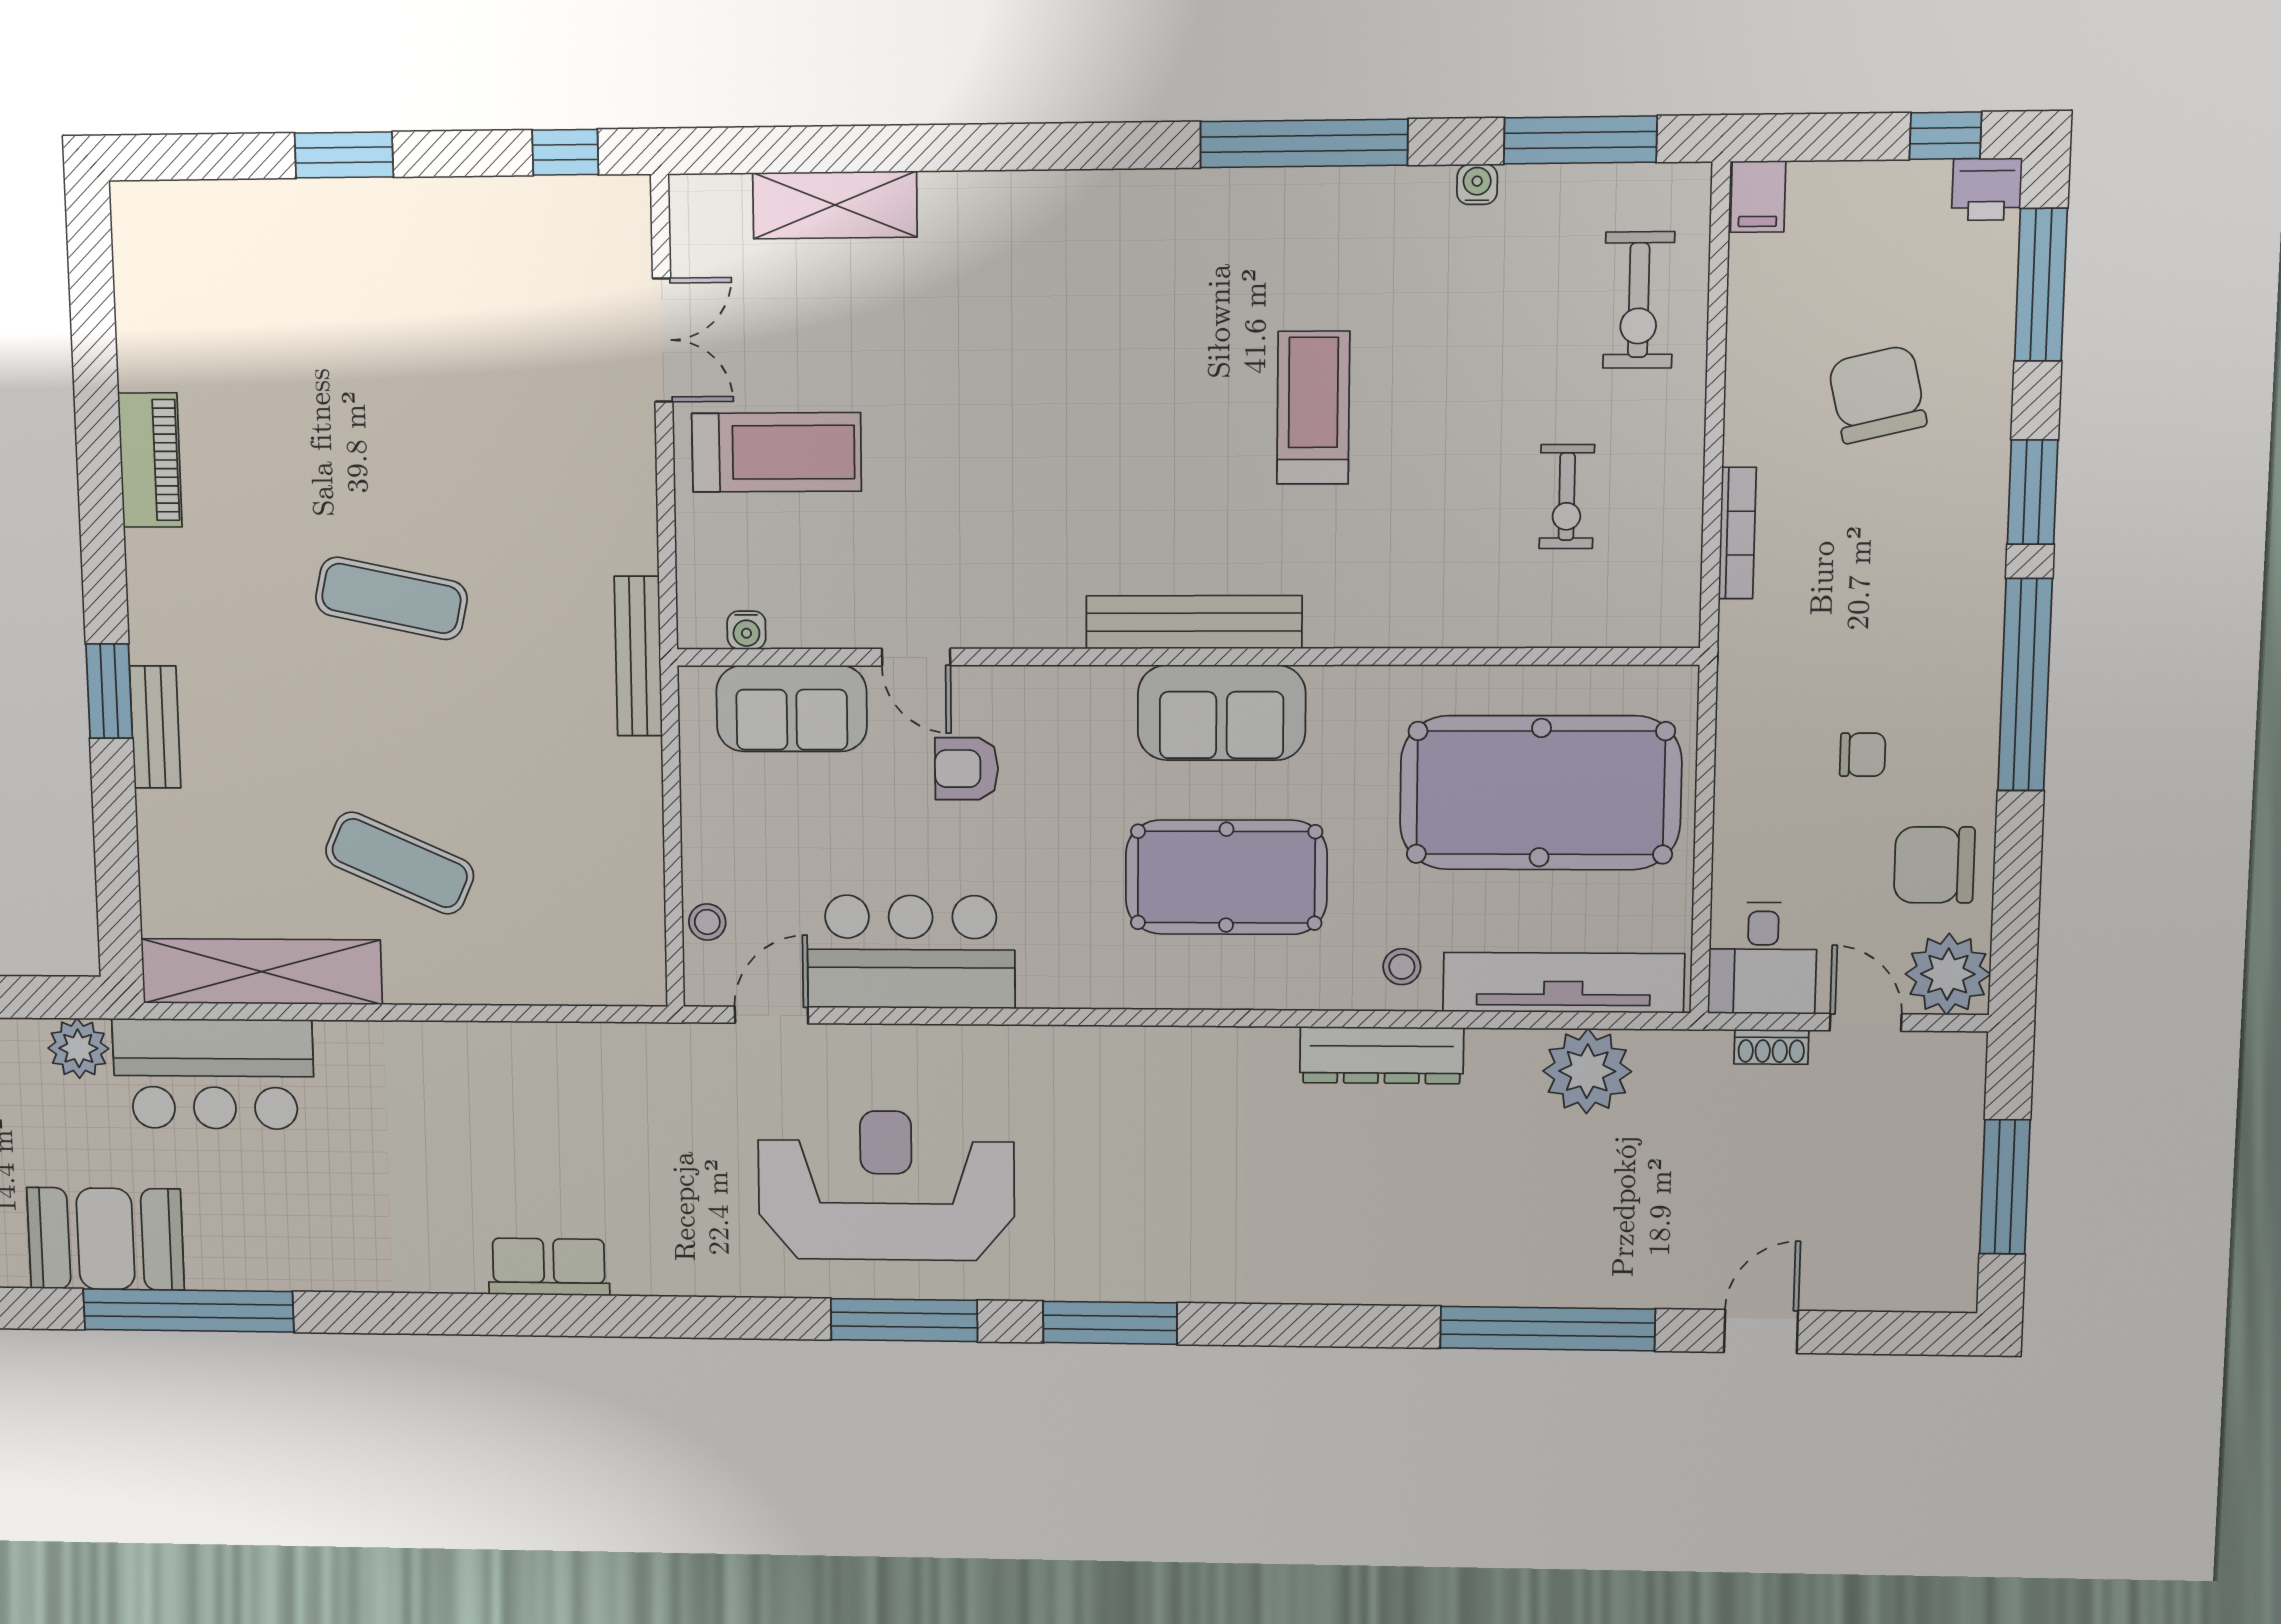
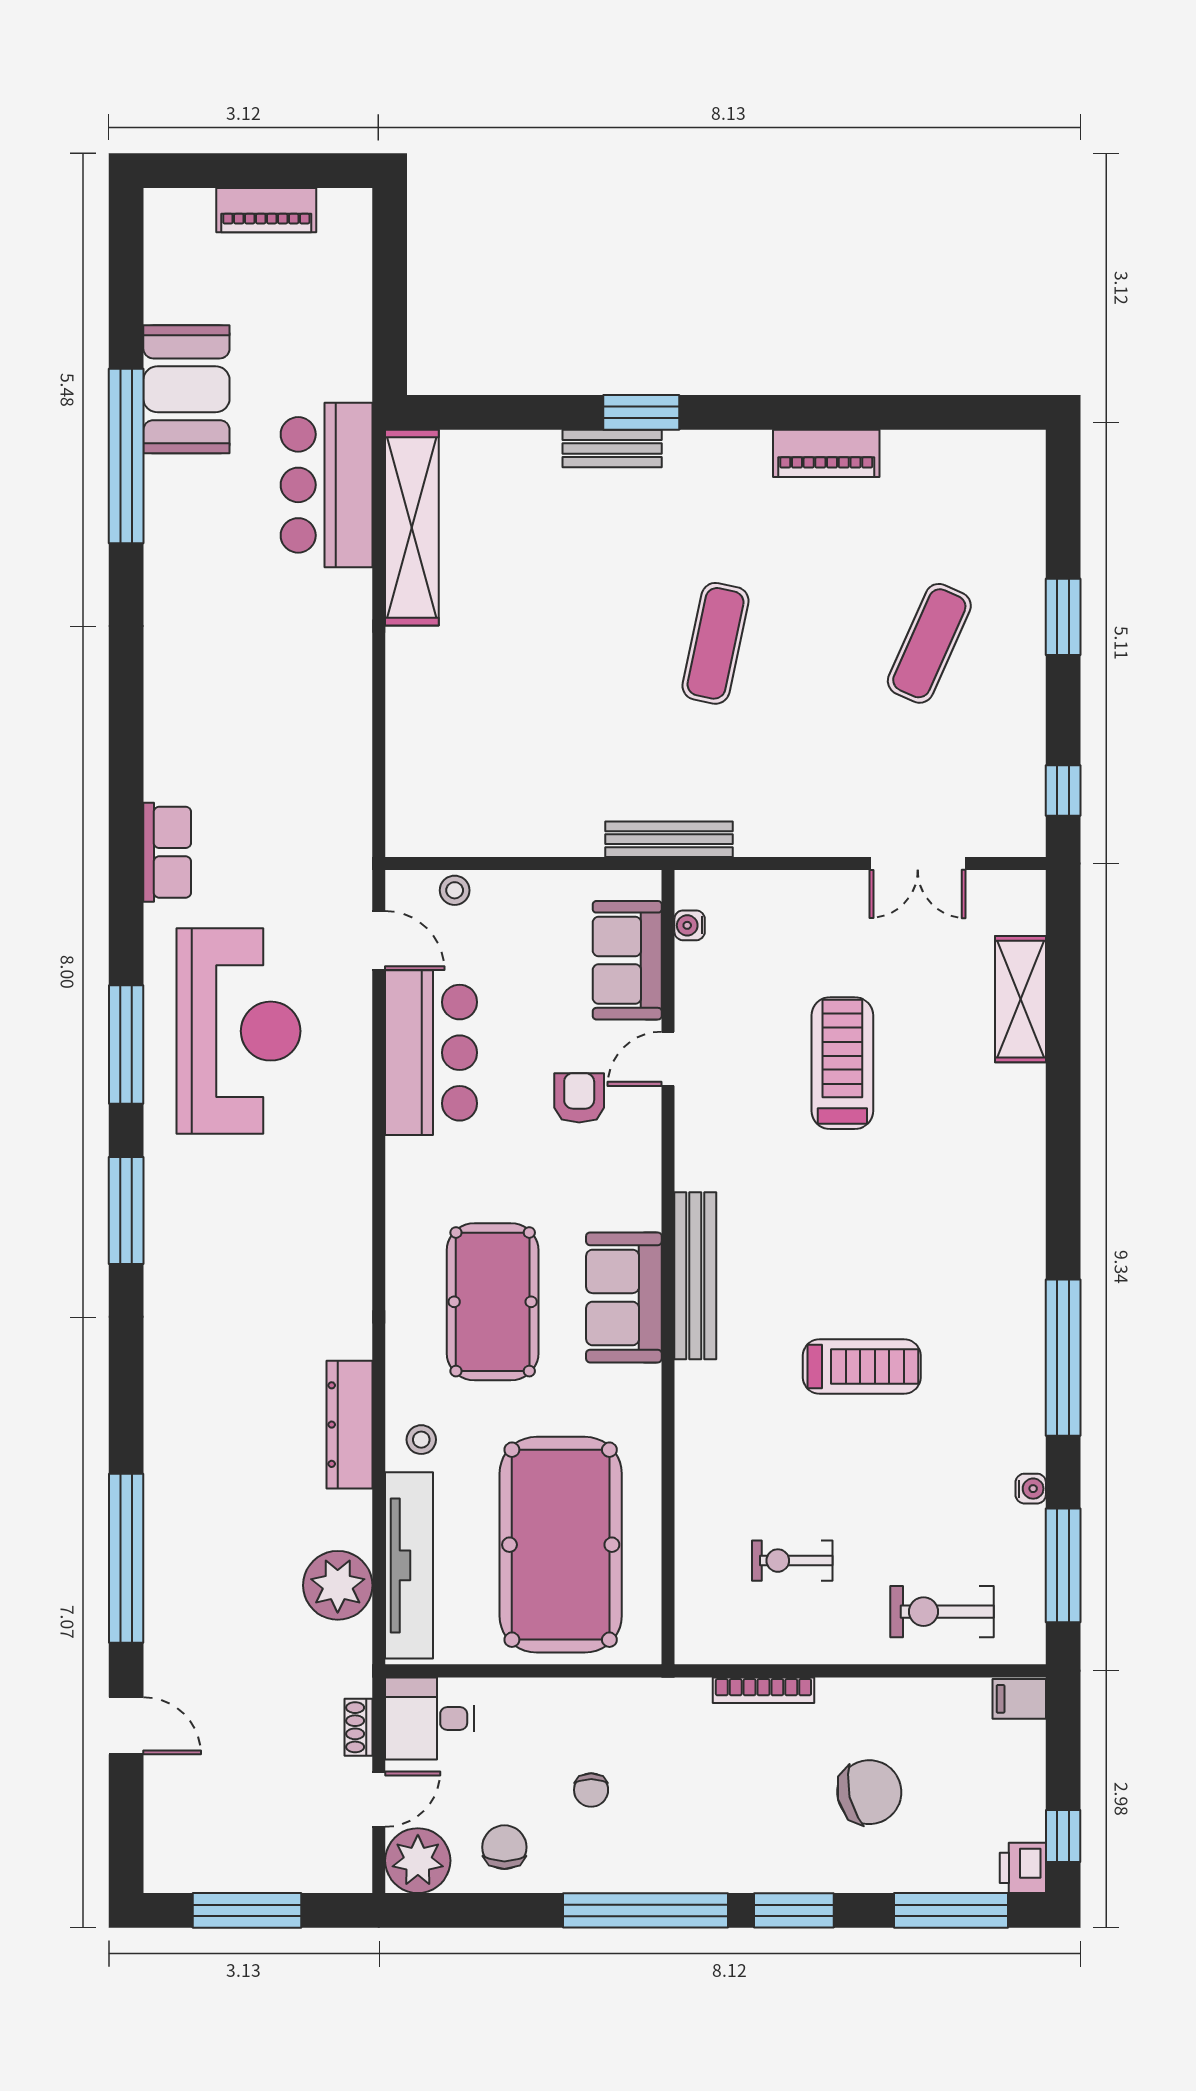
treadmill: (777, 452) -> (842, 1063), moved, turned 180
exercise mat: (400, 863) -> (929, 643), moved
chair: (1934, 865) -> (504, 1847), width x0.73, depth x0.73
plant: (78, 1048) -> (347, 374), removed
row of seats: (549, 1267) -> (167, 852), moved

